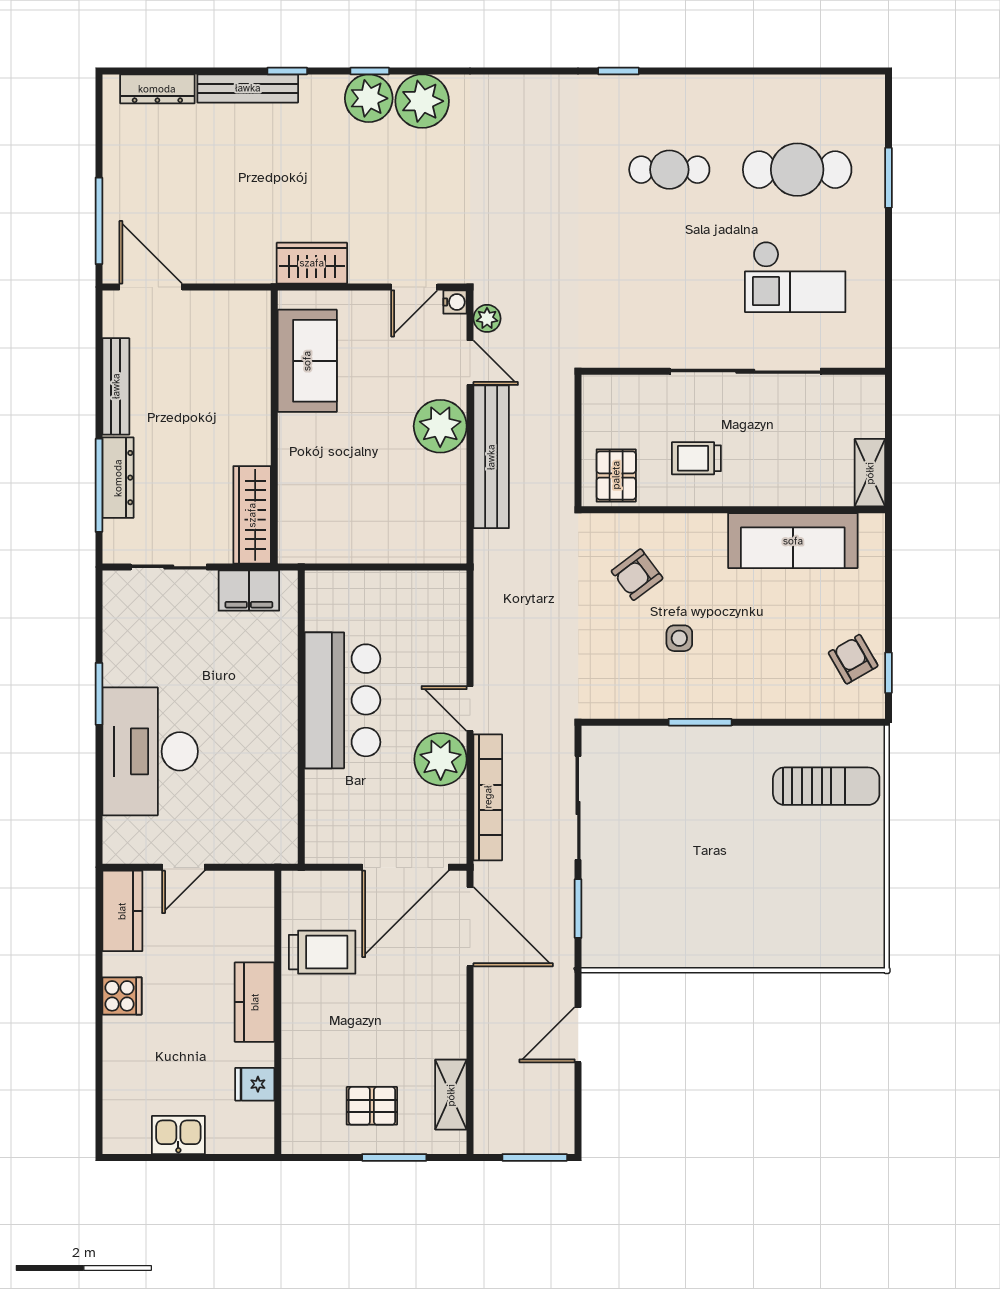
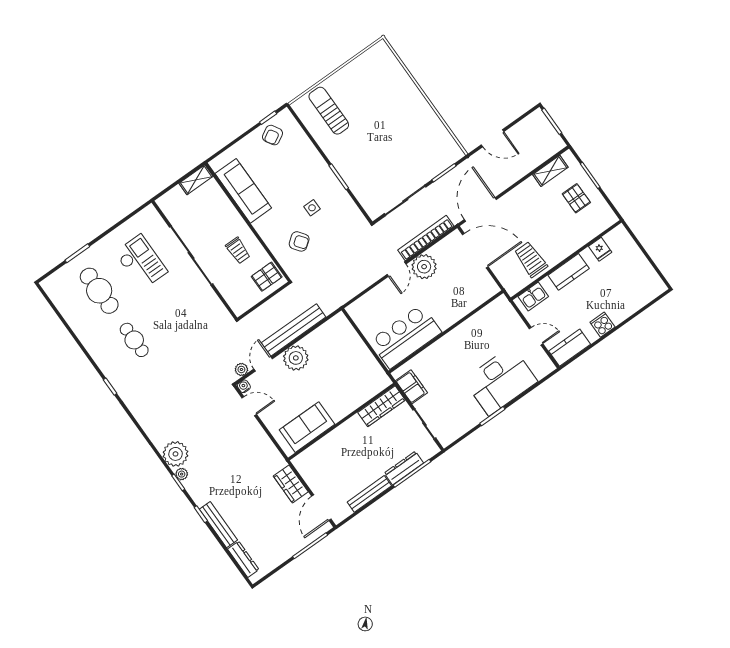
plant: (369, 98) -> (182, 474), width x0.53, depth x0.53
wardrobe: (312, 263) -> (291, 484), moved
bar counter: (342, 700) -> (406, 337), moved
kitchen sink: (178, 1135) -> (533, 297), moved, turned -90

